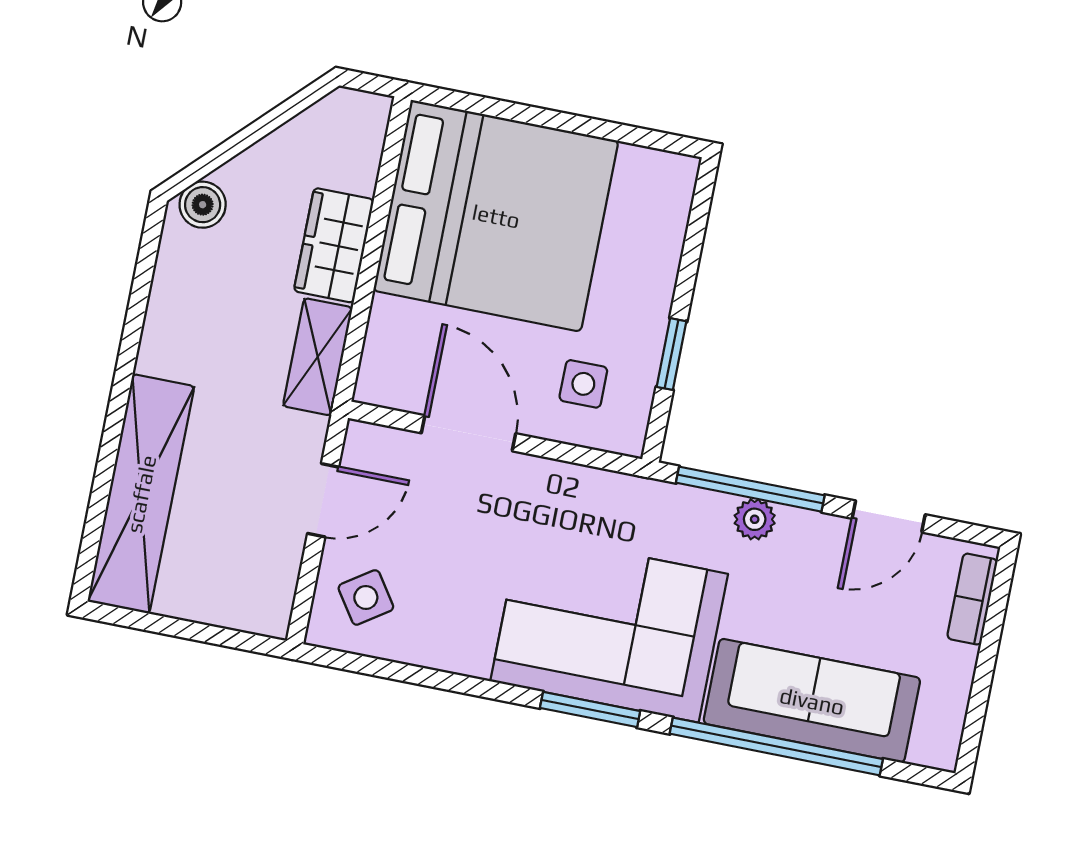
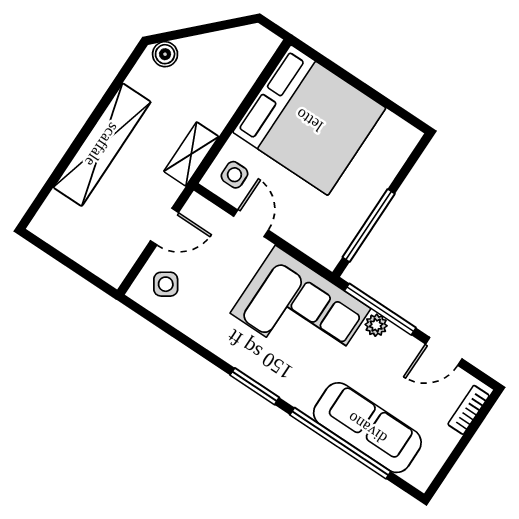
wardrobe: (334, 245) -> (222, 102), removed
window: (672, 354) -> (369, 225), width x2.17
side table: (583, 384) -> (234, 175), moved
door: (469, 433) -> (251, 223), width x0.73
shelving: (141, 494) -> (102, 145), moved
corner sofa: (609, 628) -> (301, 311), moved, turned 180

